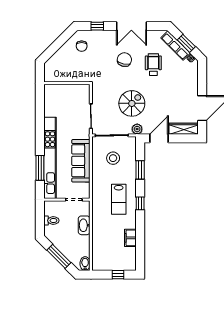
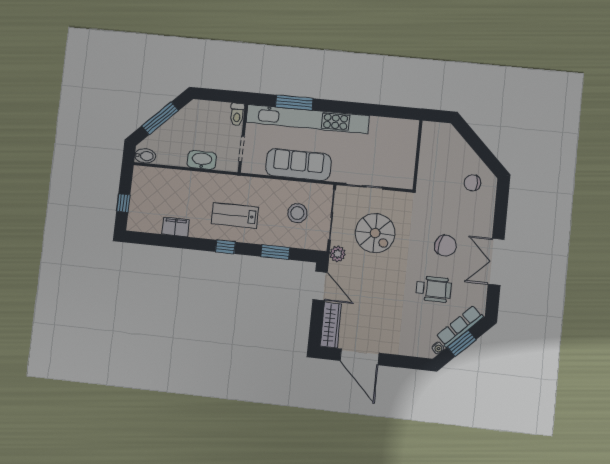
window: (97, 26) -> (501, 210), removed
spiral stairs: (132, 103) -> (375, 233), moved
toilet: (51, 221) -> (237, 114), moved

